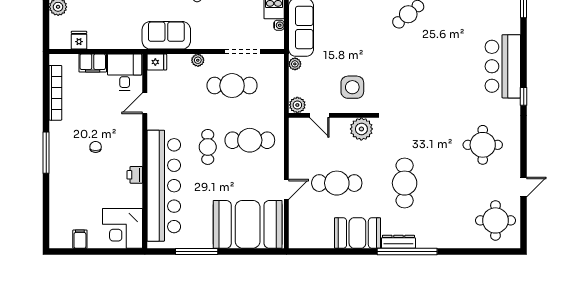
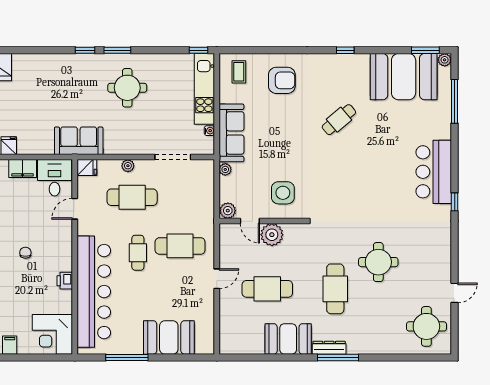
sofa: (166, 35) -> (79, 141), moved
cafe table: (232, 86) -> (132, 197), moved
plant: (361, 129) -> (272, 235), moved
round table: (483, 145) -> (378, 262), moved
door: (286, 189) -> (217, 279), moved
booth: (248, 224) -> (169, 337), width x0.73, depth x0.70
window: (407, 251) -> (338, 358), width x0.68

